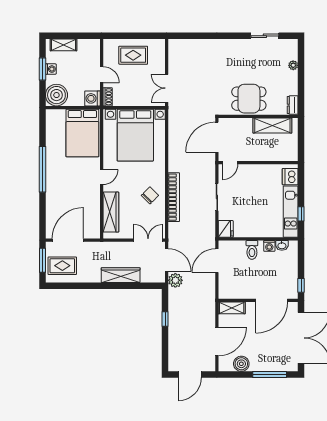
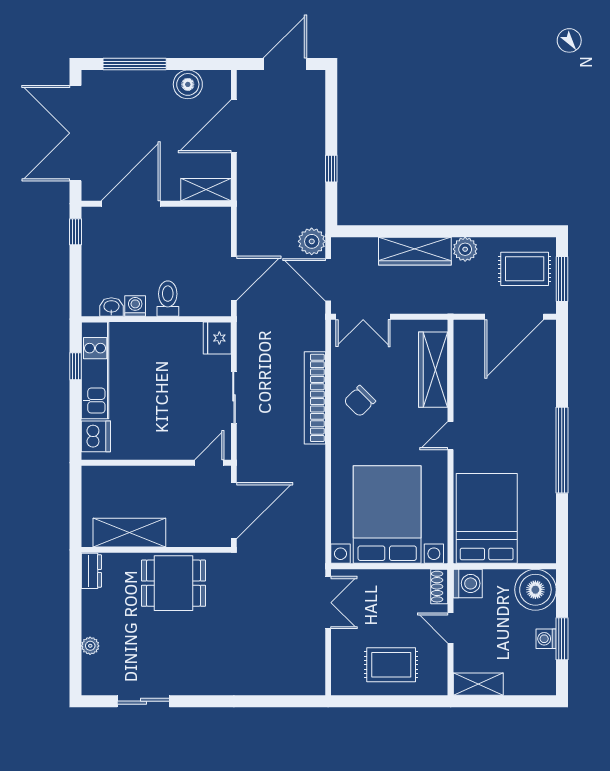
shelving: (64, 45) -> (478, 684), moved
plant: (94, 276) -> (465, 249), added

